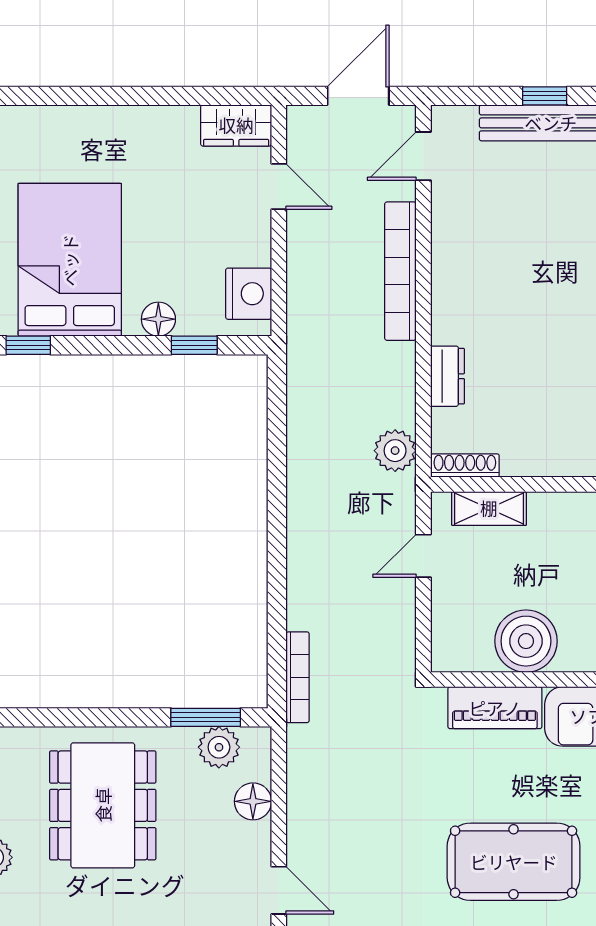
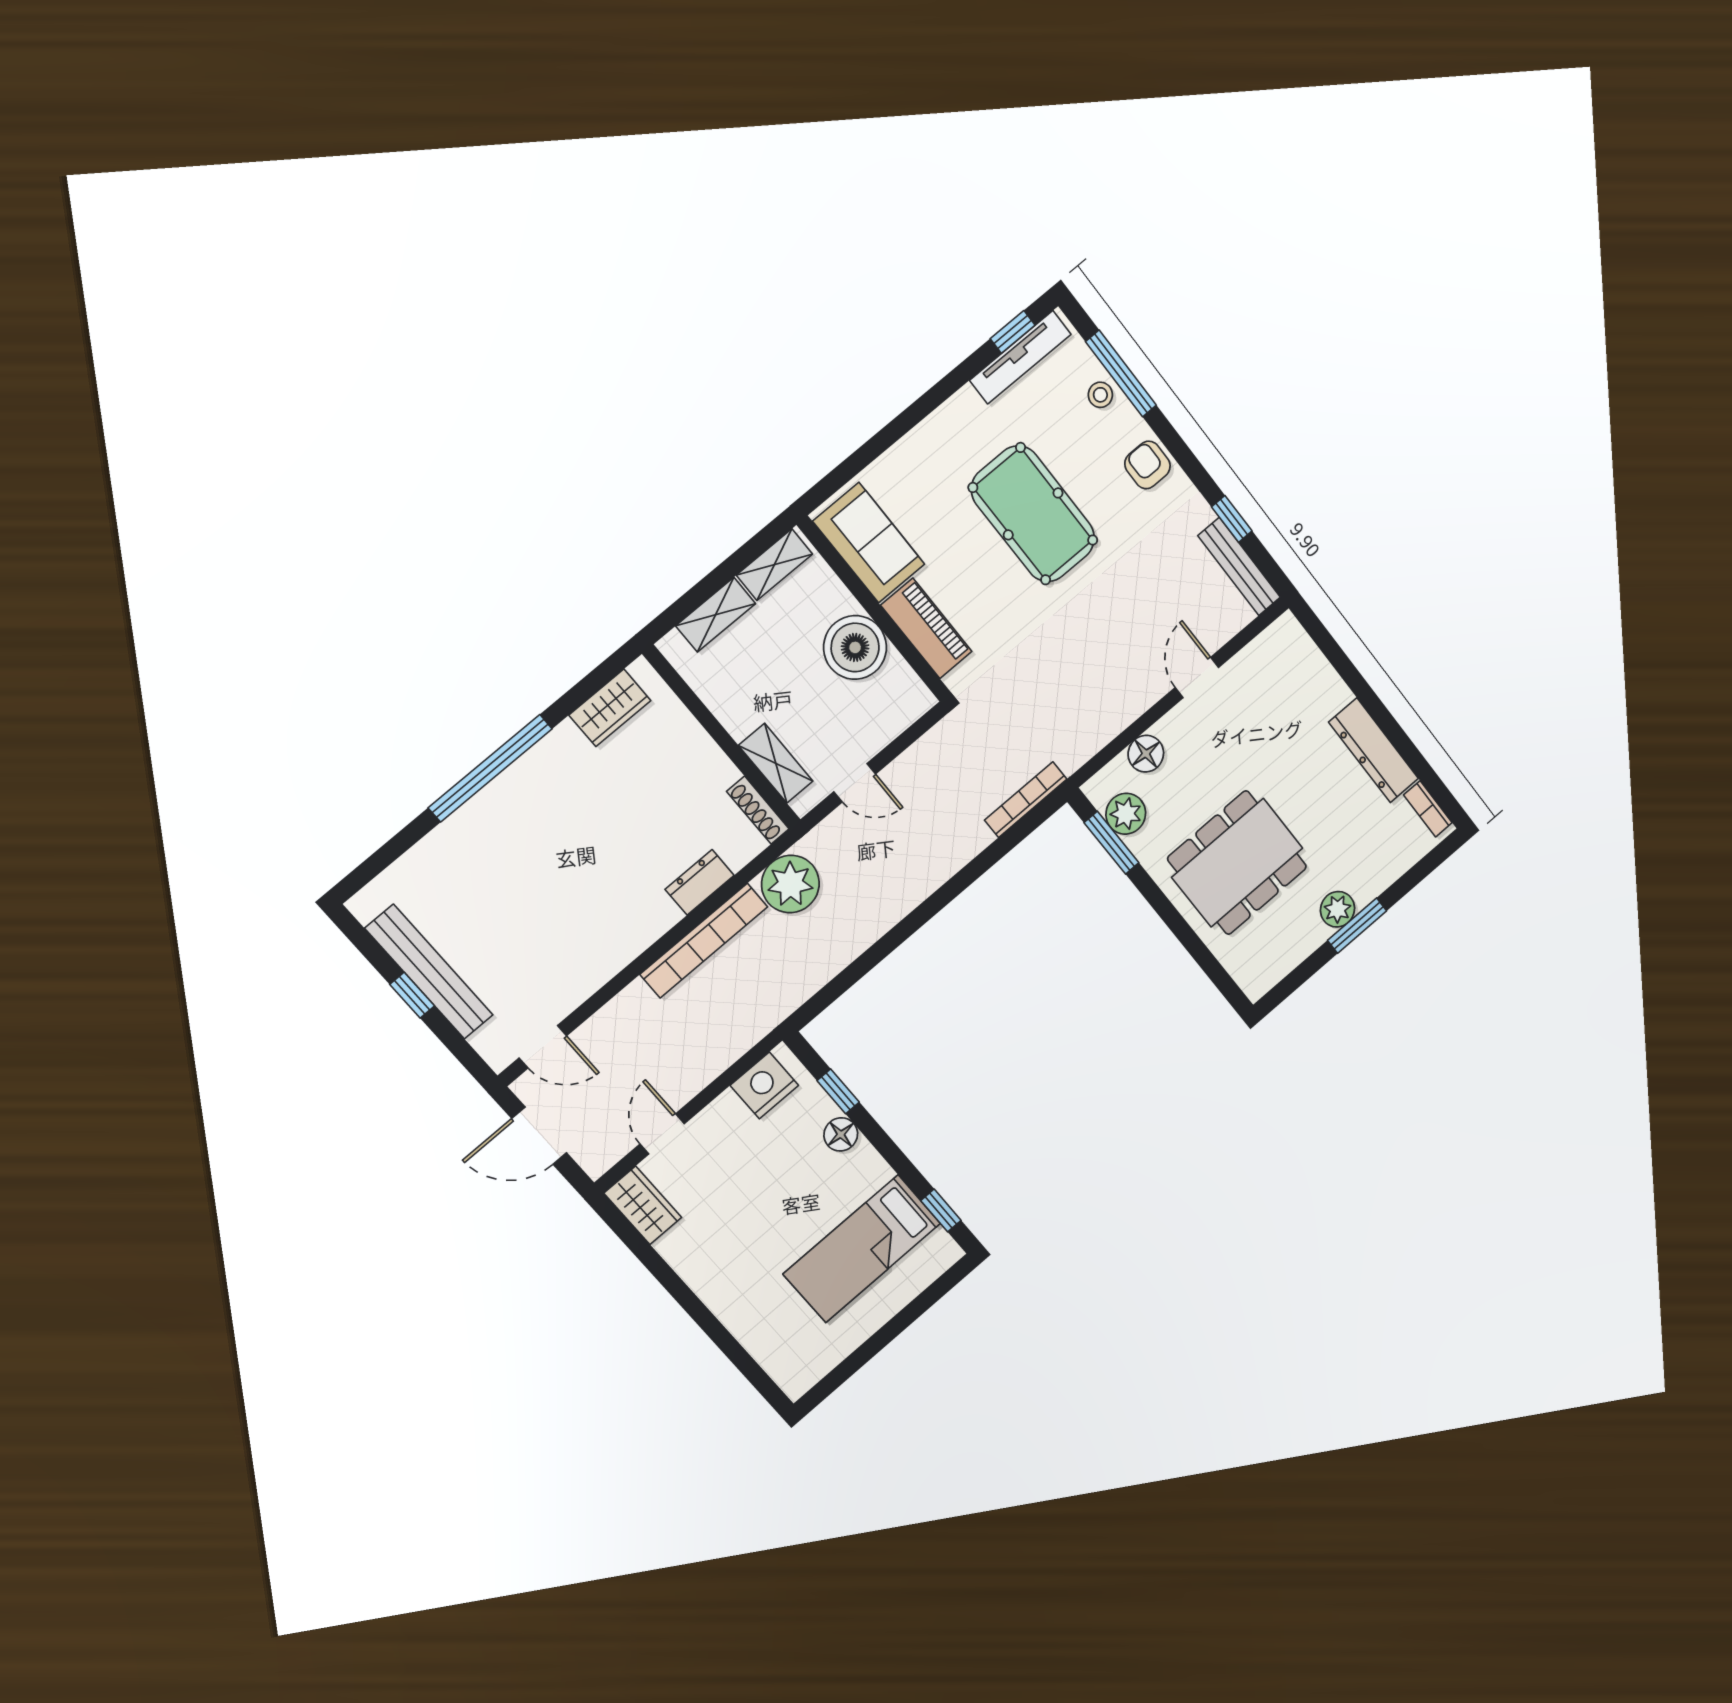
bed: (70, 260) -> (862, 1249), width x0.67
bookcase: (400, 271) -> (704, 940), moved
plant: (395, 451) -> (790, 884), width x1.36, depth x1.36

